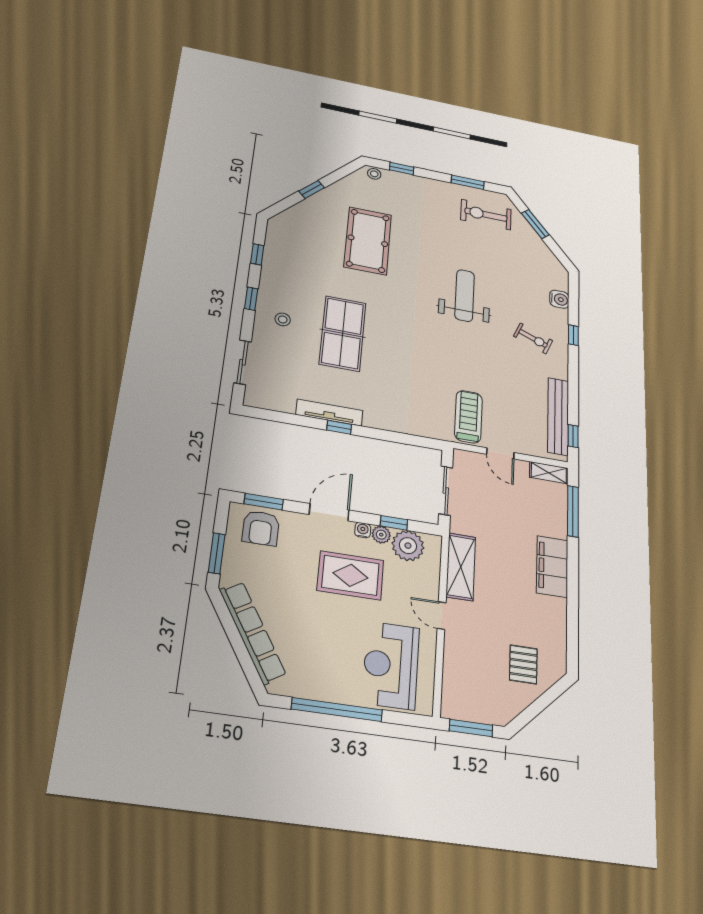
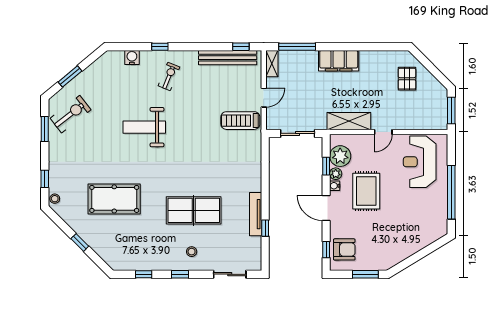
exercise bike: (486, 215) -> (71, 114), turned -128
window: (339, 427) -> (265, 228), moved
window: (264, 502) -> (326, 250), width x0.67
row of seats: (253, 632) -> (412, 247), removed
pallet: (523, 664) -> (407, 79), turned 90
reception desk: (391, 665) -> (420, 162), turned 90

